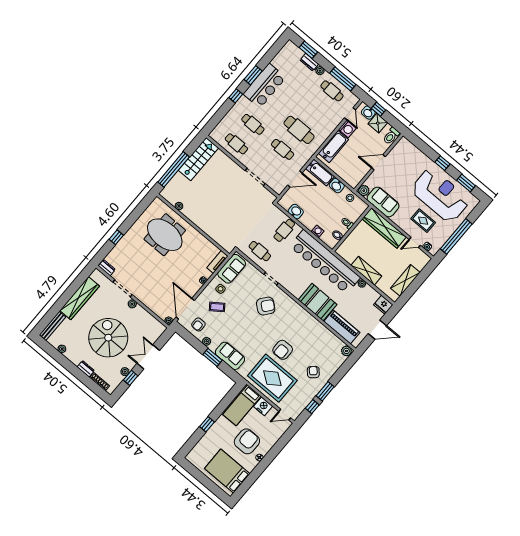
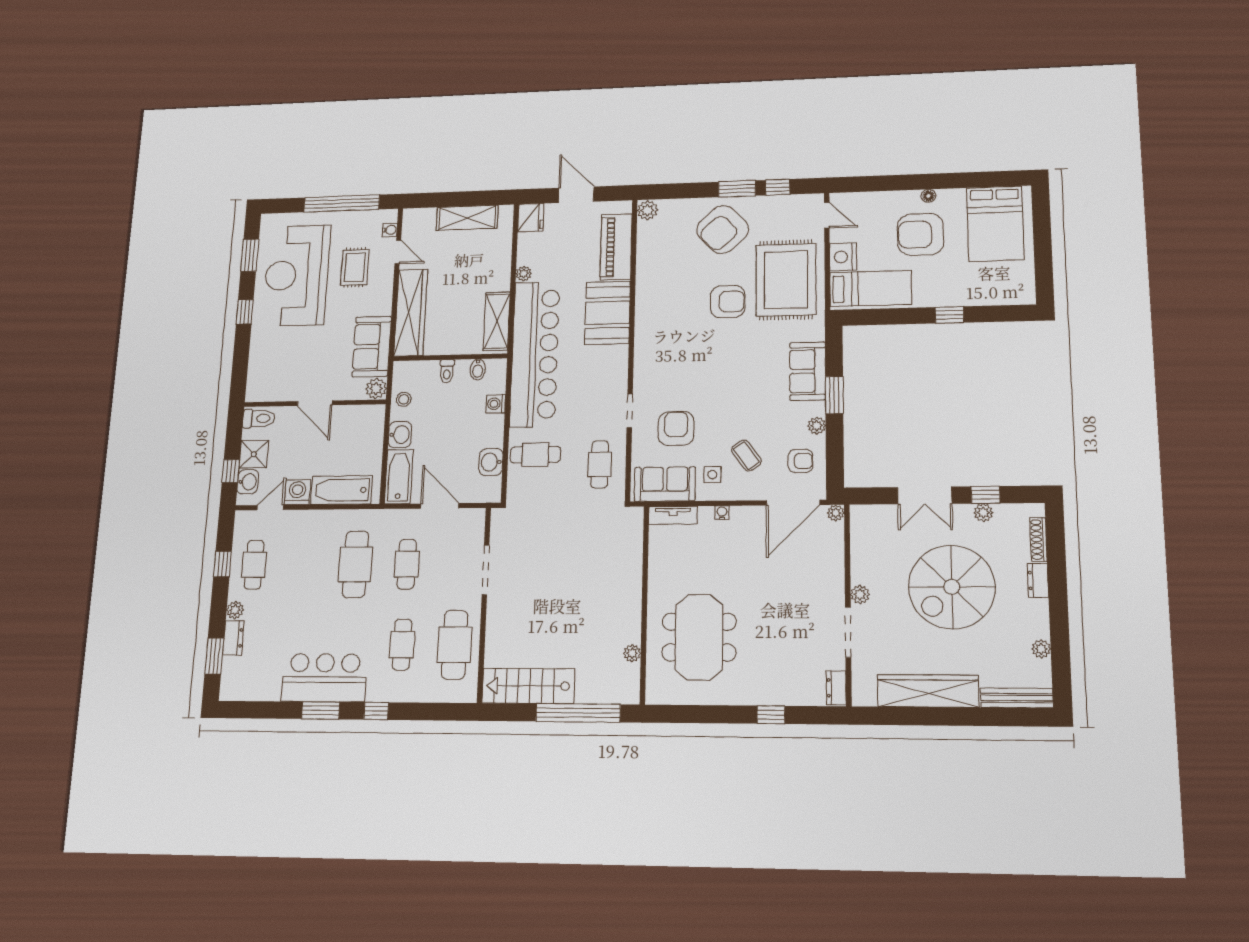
window: (343, 79) -> (223, 564), width x0.46
cafe table: (236, 144) -> (455, 645), width x1.37, depth x1.35
shelving: (366, 271) -> (497, 321), moved
armchair: (266, 306) -> (676, 429), moved, turned 51
armchair: (313, 372) -> (723, 229), width x1.88, depth x1.88

